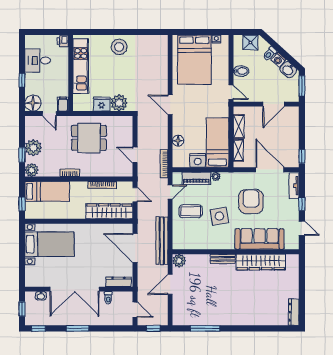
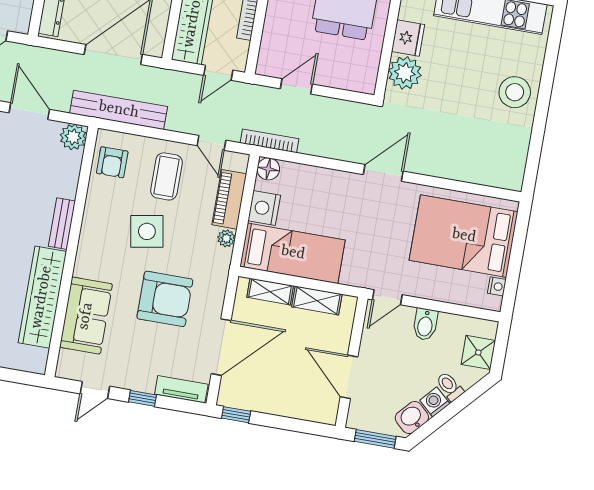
floor lamp: (178, 141) -> (268, 169), moved
armchair: (188, 239) -> (112, 162), added
sofa: (260, 239) -> (86, 316), width x0.73

